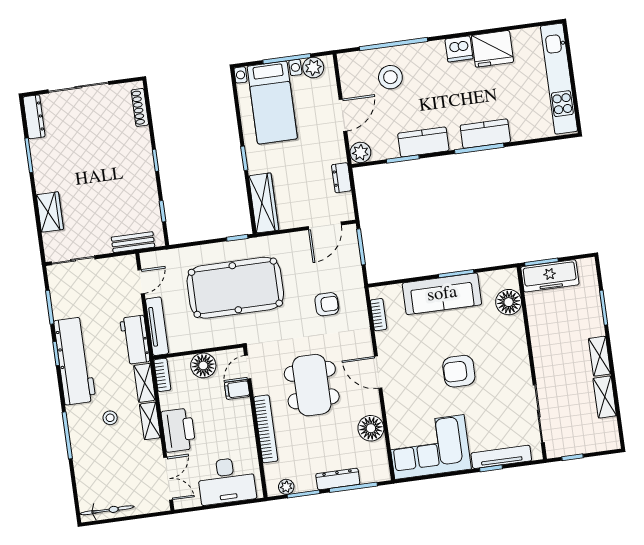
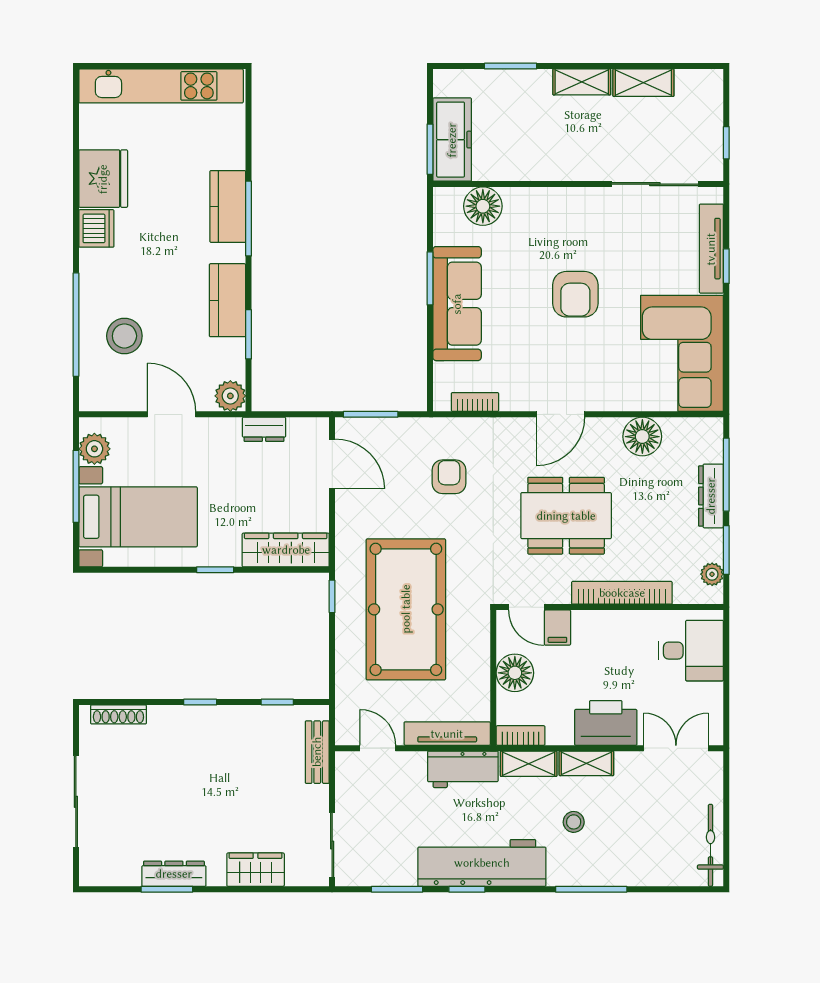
dresser: (34, 117) -> (174, 874), moved
desk: (226, 481) -> (691, 651), width x0.73

